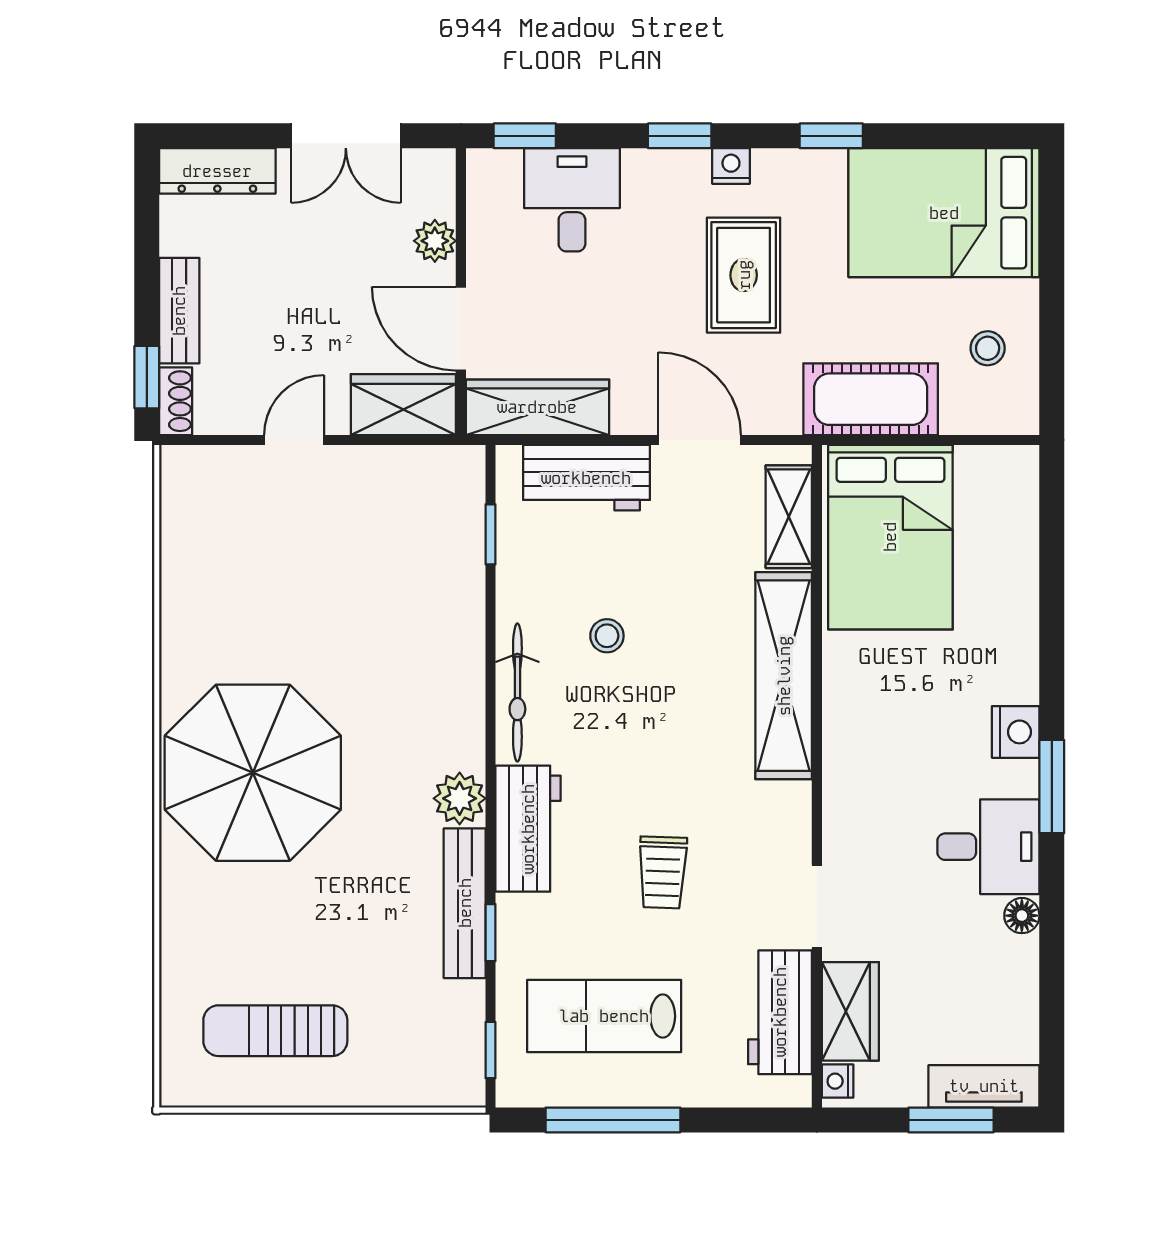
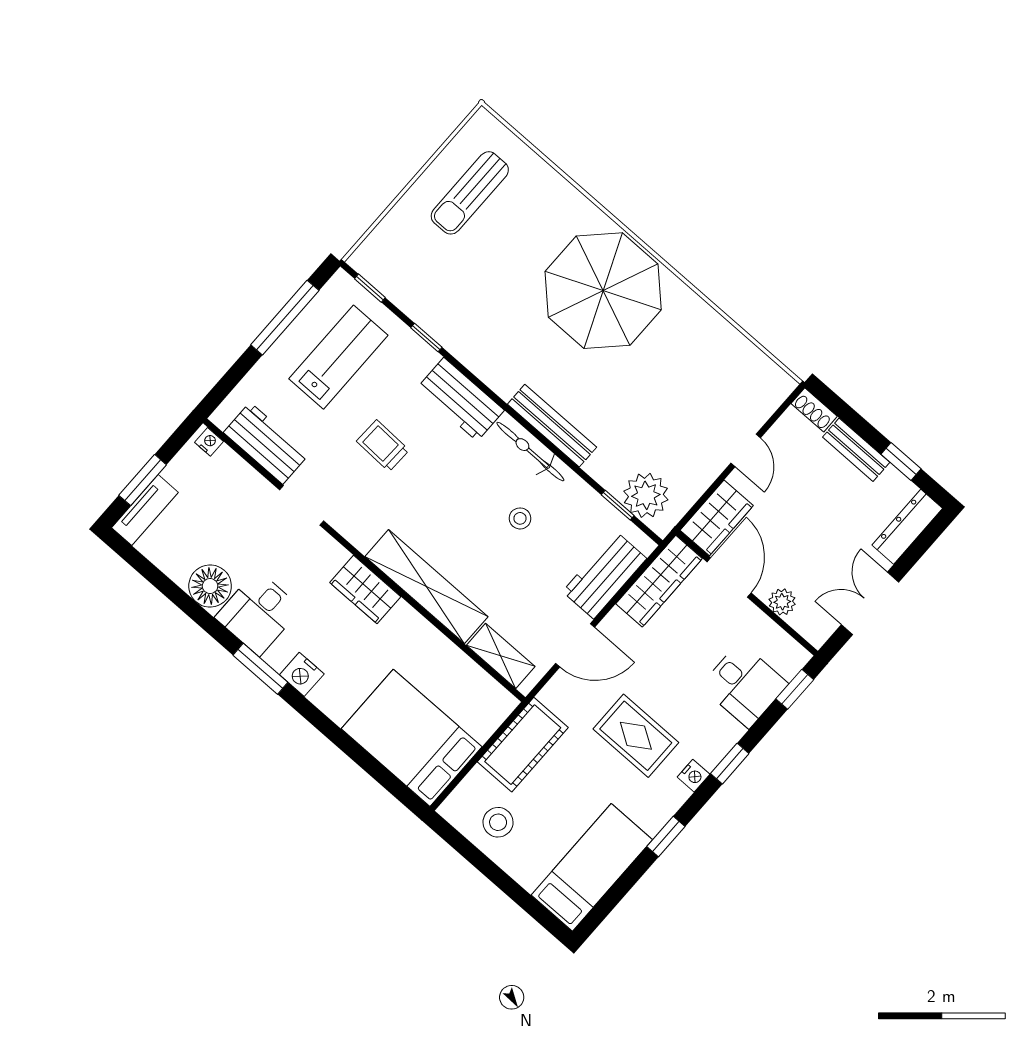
bed: (944, 213) -> (592, 867), width x0.67
door: (461, 329) -> (729, 577), hinge flipped
stool: (988, 348) -> (498, 822), width x1.37, depth x1.37
window: (147, 377) -> (901, 461), moved
bed: (890, 537) -> (412, 738), moved
plant: (460, 798) -> (646, 495), moved, width x1.36, depth x1.36
bench: (465, 903) -> (552, 426), moved
floor lamp: (1022, 916) -> (210, 586), width x1.89, depth x1.89
wardrobe: (850, 1011) -> (365, 590), moved
sun lounger: (275, 1031) -> (470, 193), turned 180

